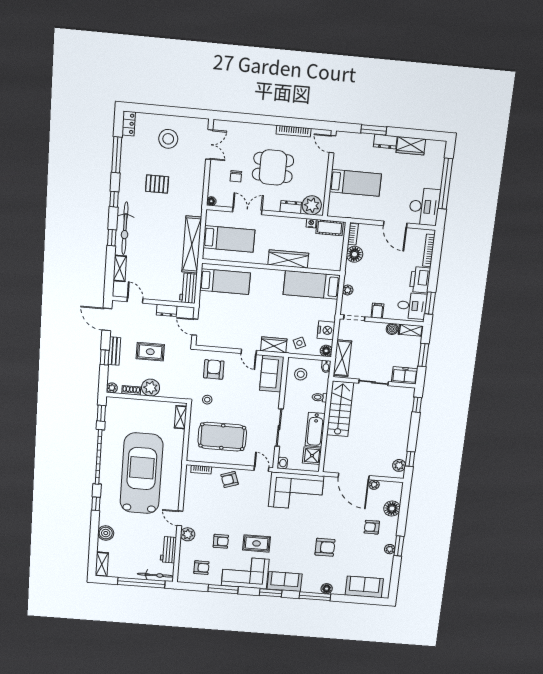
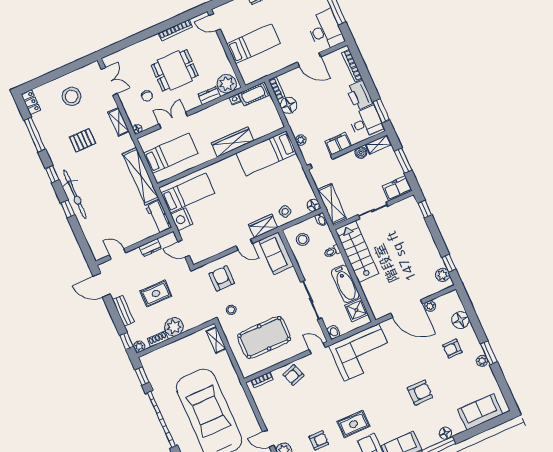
shelving: (120, 268) -> (119, 122), moved
filing cabinet: (377, 311) -> (338, 144), width x2.00
nightstand: (326, 330) -> (182, 219), moved, turned 180
window: (105, 357) -> (127, 341), moved

